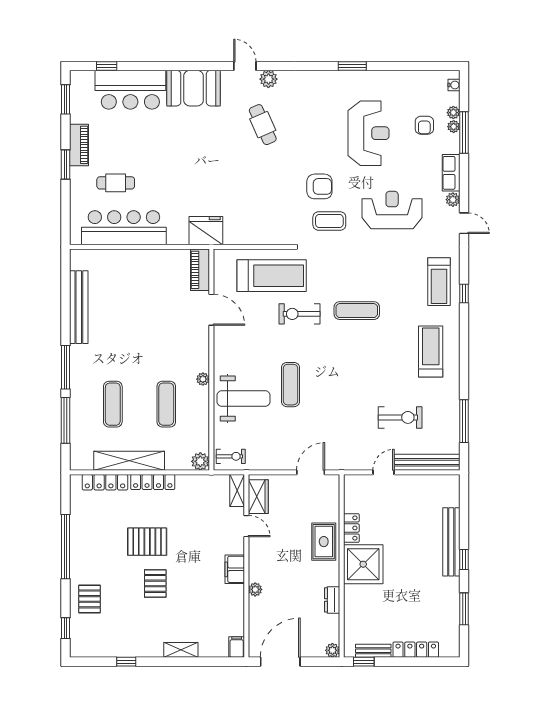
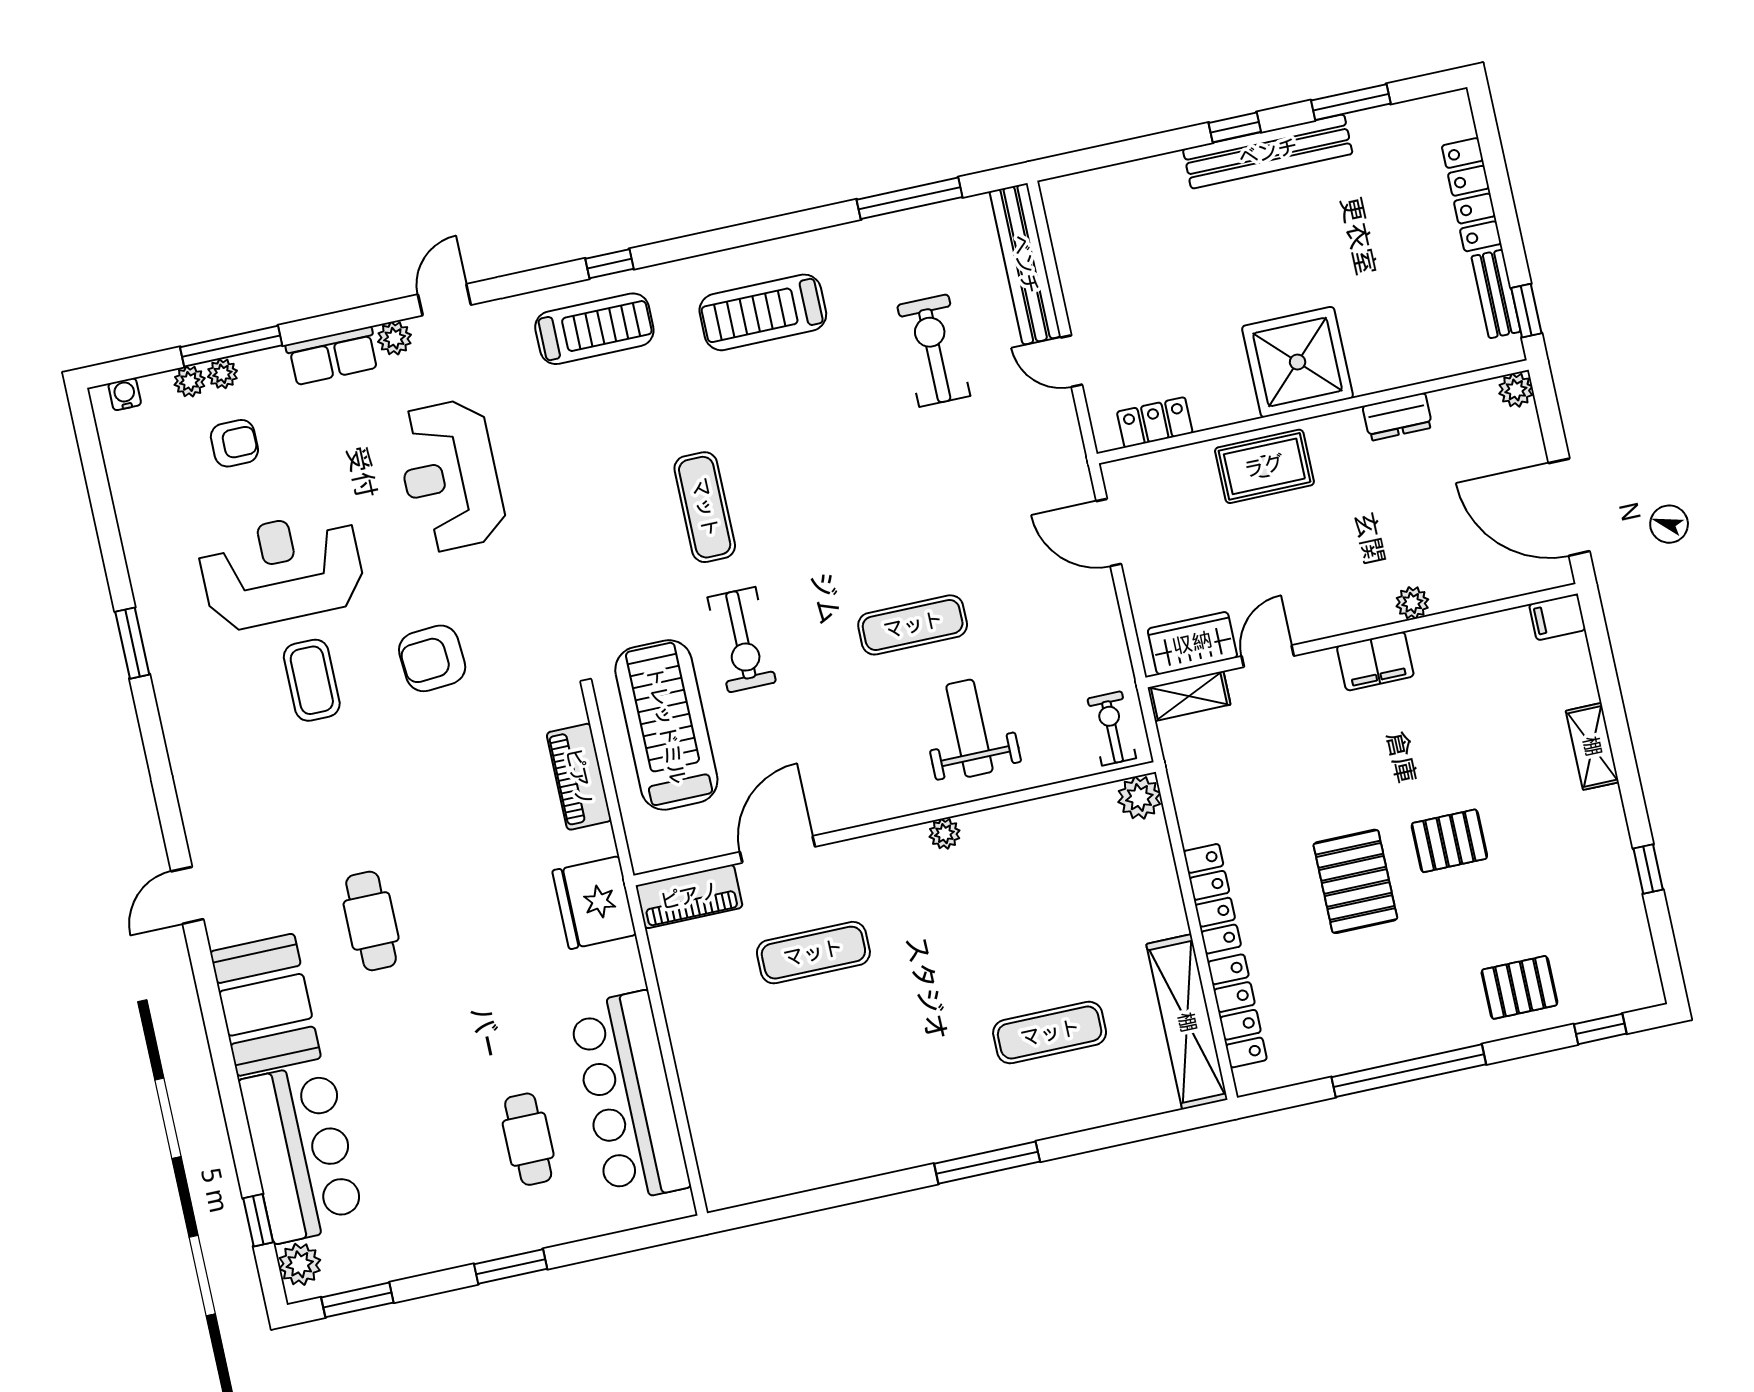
plant: (268, 79) -> (300, 1264), moved
cafe table: (263, 125) -> (371, 921), moved, turned -66
piano: (79, 145) -> (579, 777), moved, turned -90
armchair: (319, 186) -> (432, 658), turned -94
coffee table: (329, 221) -> (312, 680), moved
bench: (79, 307) -> (839, 1162), removed
weight bench: (244, 399) -> (969, 728), width x0.73, depth x0.75
exercise mat: (166, 404) -> (813, 953), moved
window: (66, 420) -> (1112, 1135), removed
shelving: (129, 461) -> (1187, 1022), moved
locker: (351, 528) -> (1155, 422), moved
bench: (451, 542) -> (1268, 152), moved

